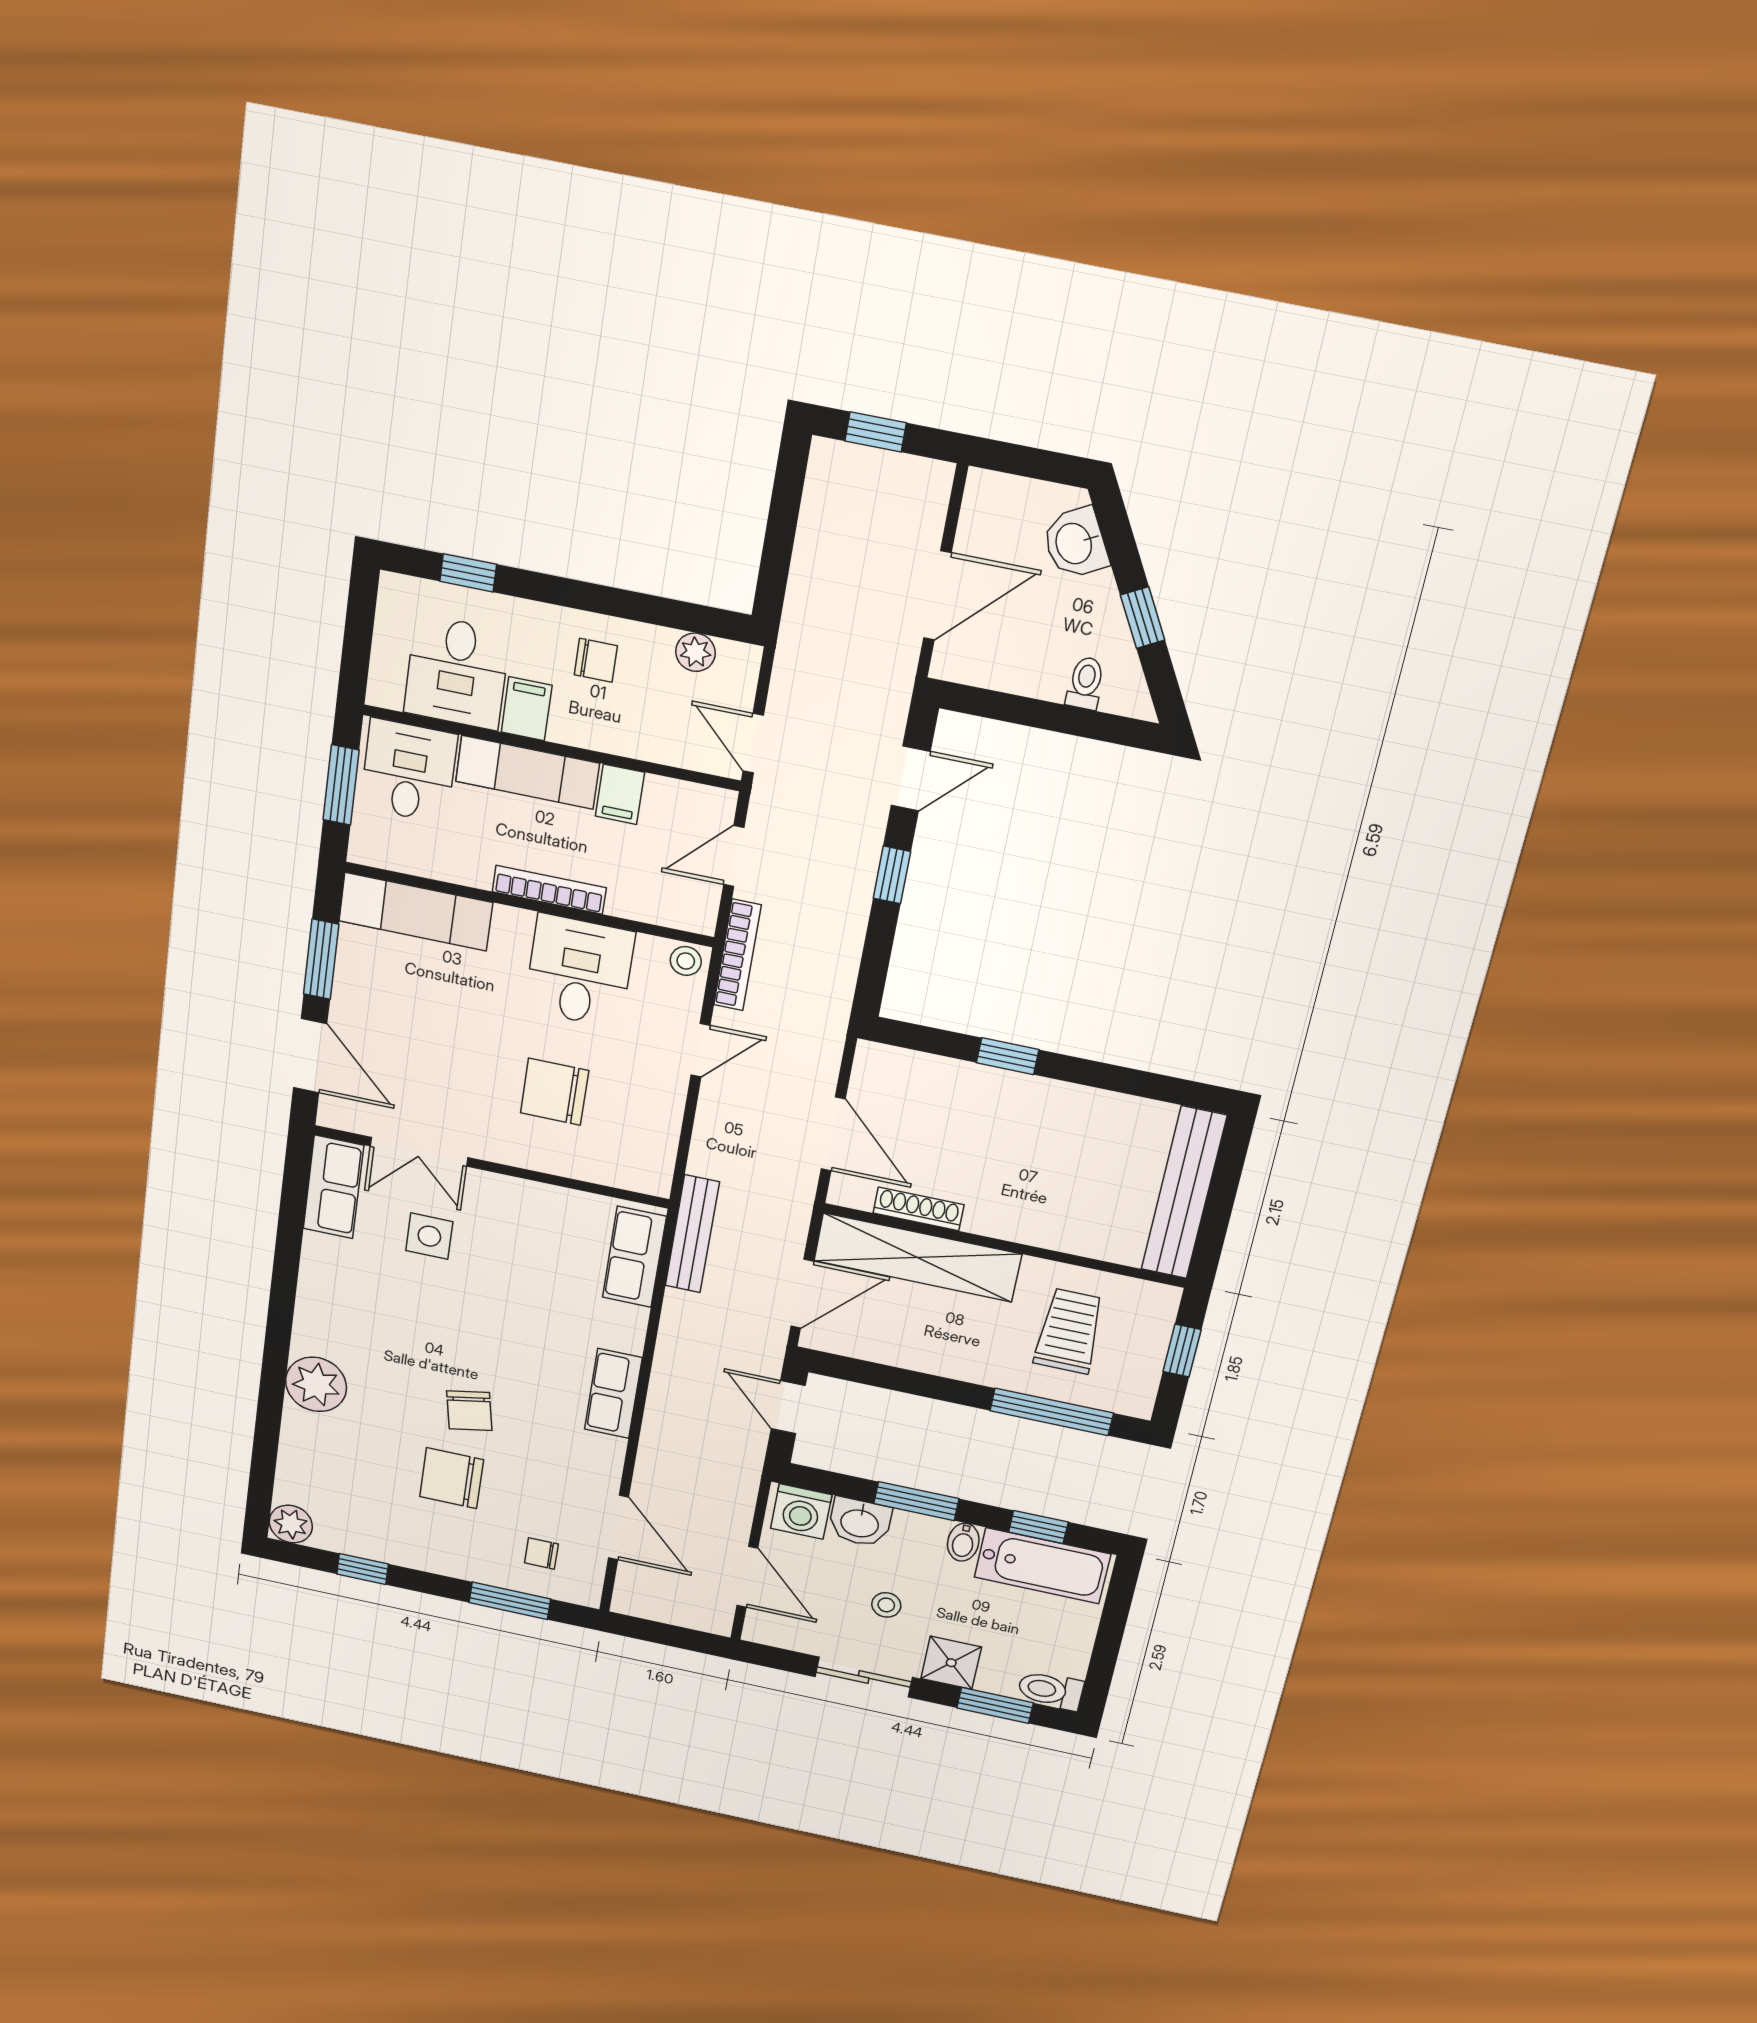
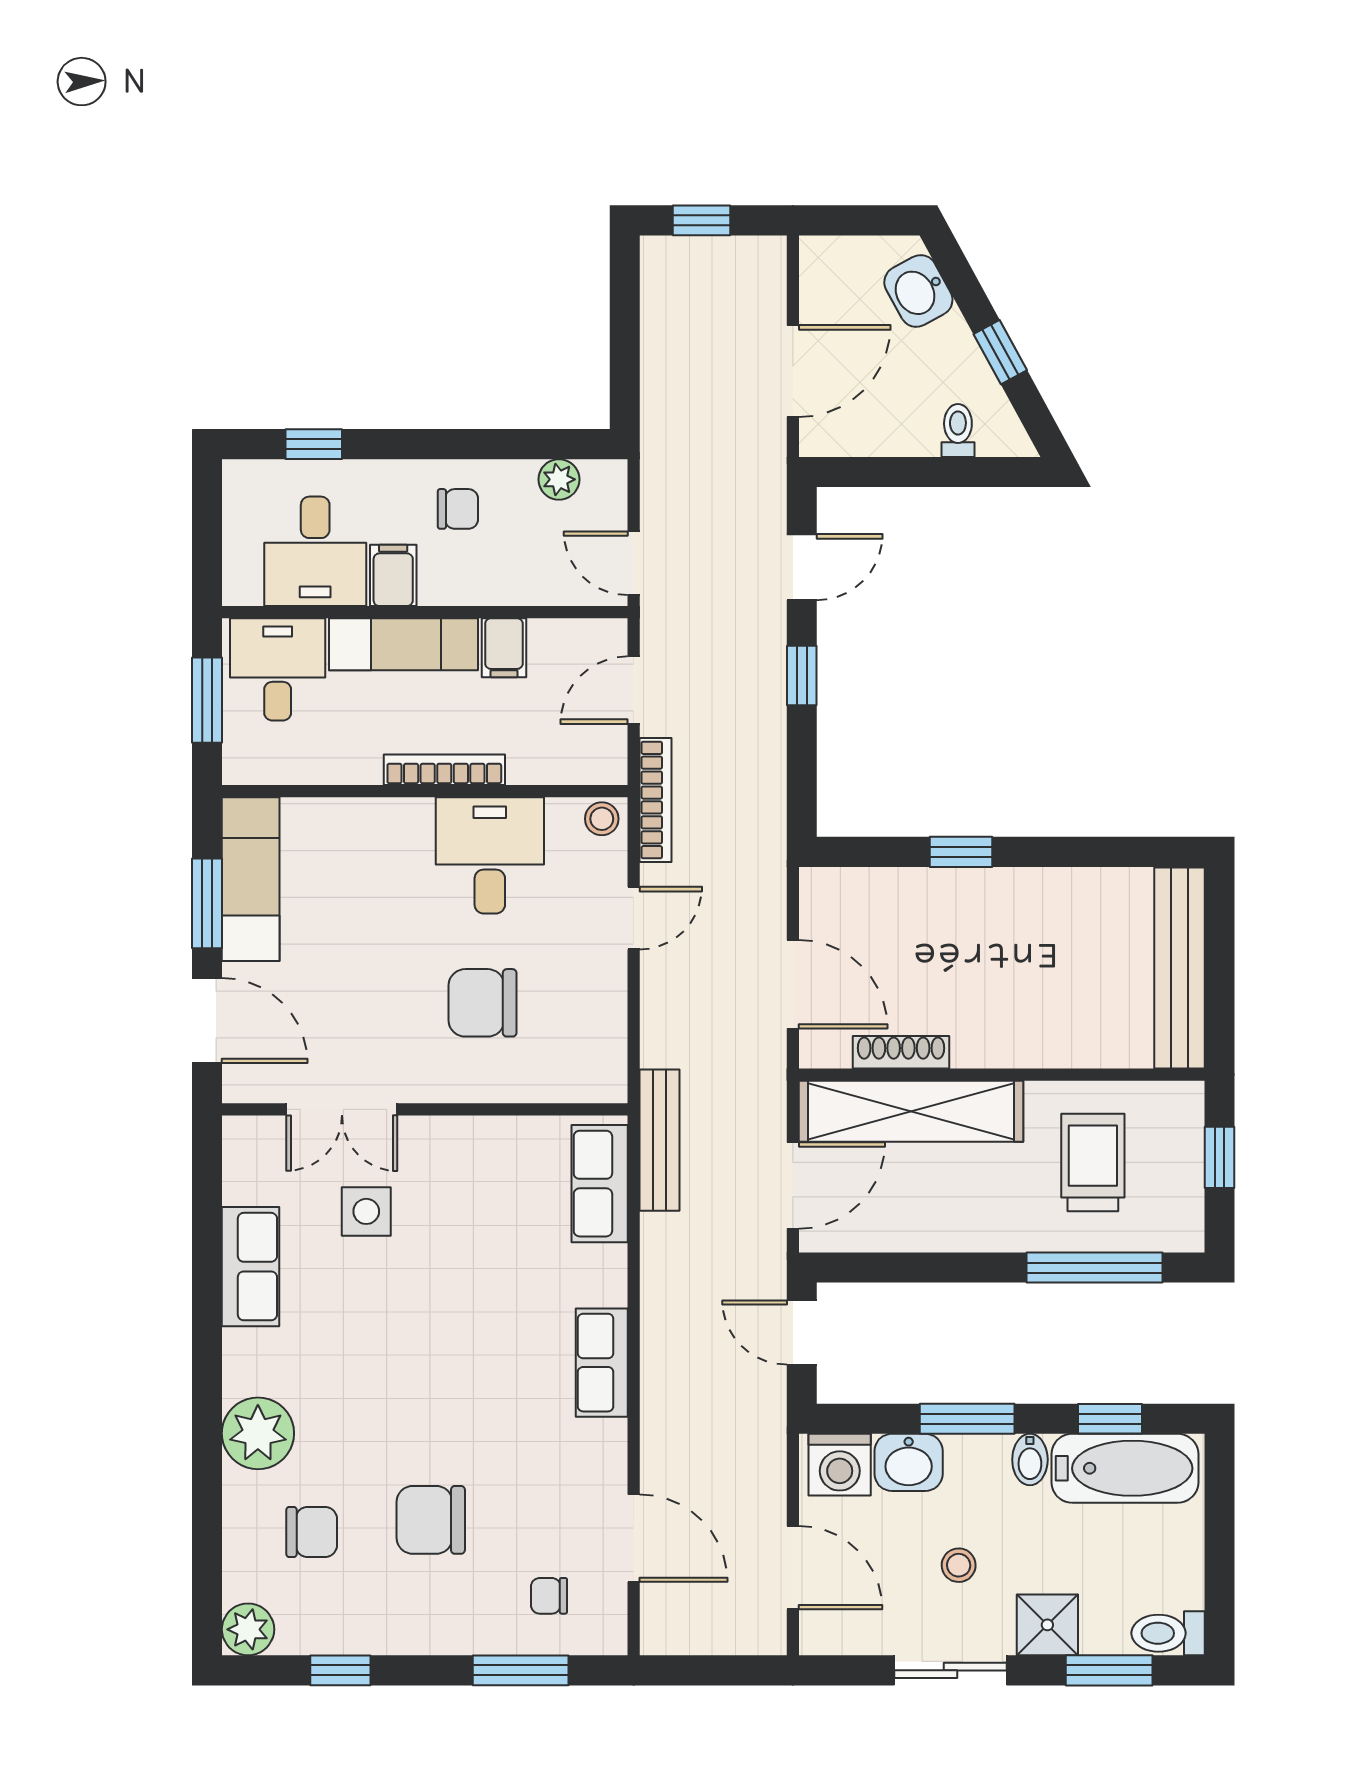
exam couch: (416, 912) -> (251, 879), moved, turned -90
row of seats: (333, 1187) -> (251, 1267), moved
chair: (469, 1411) -> (312, 1532), moved, turned -79

